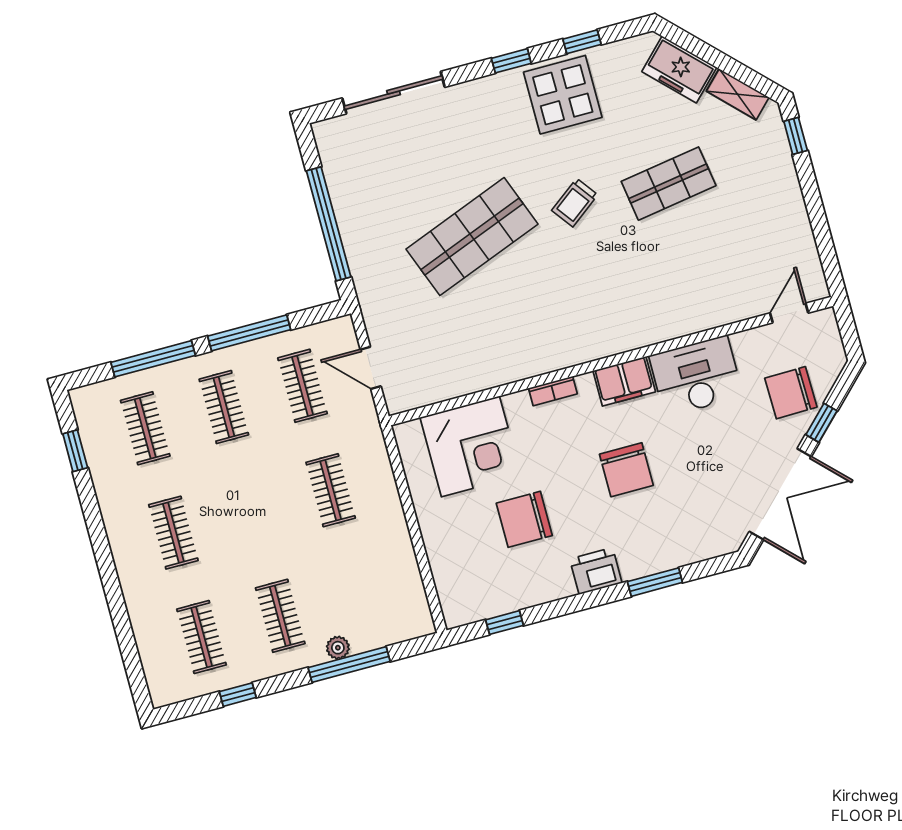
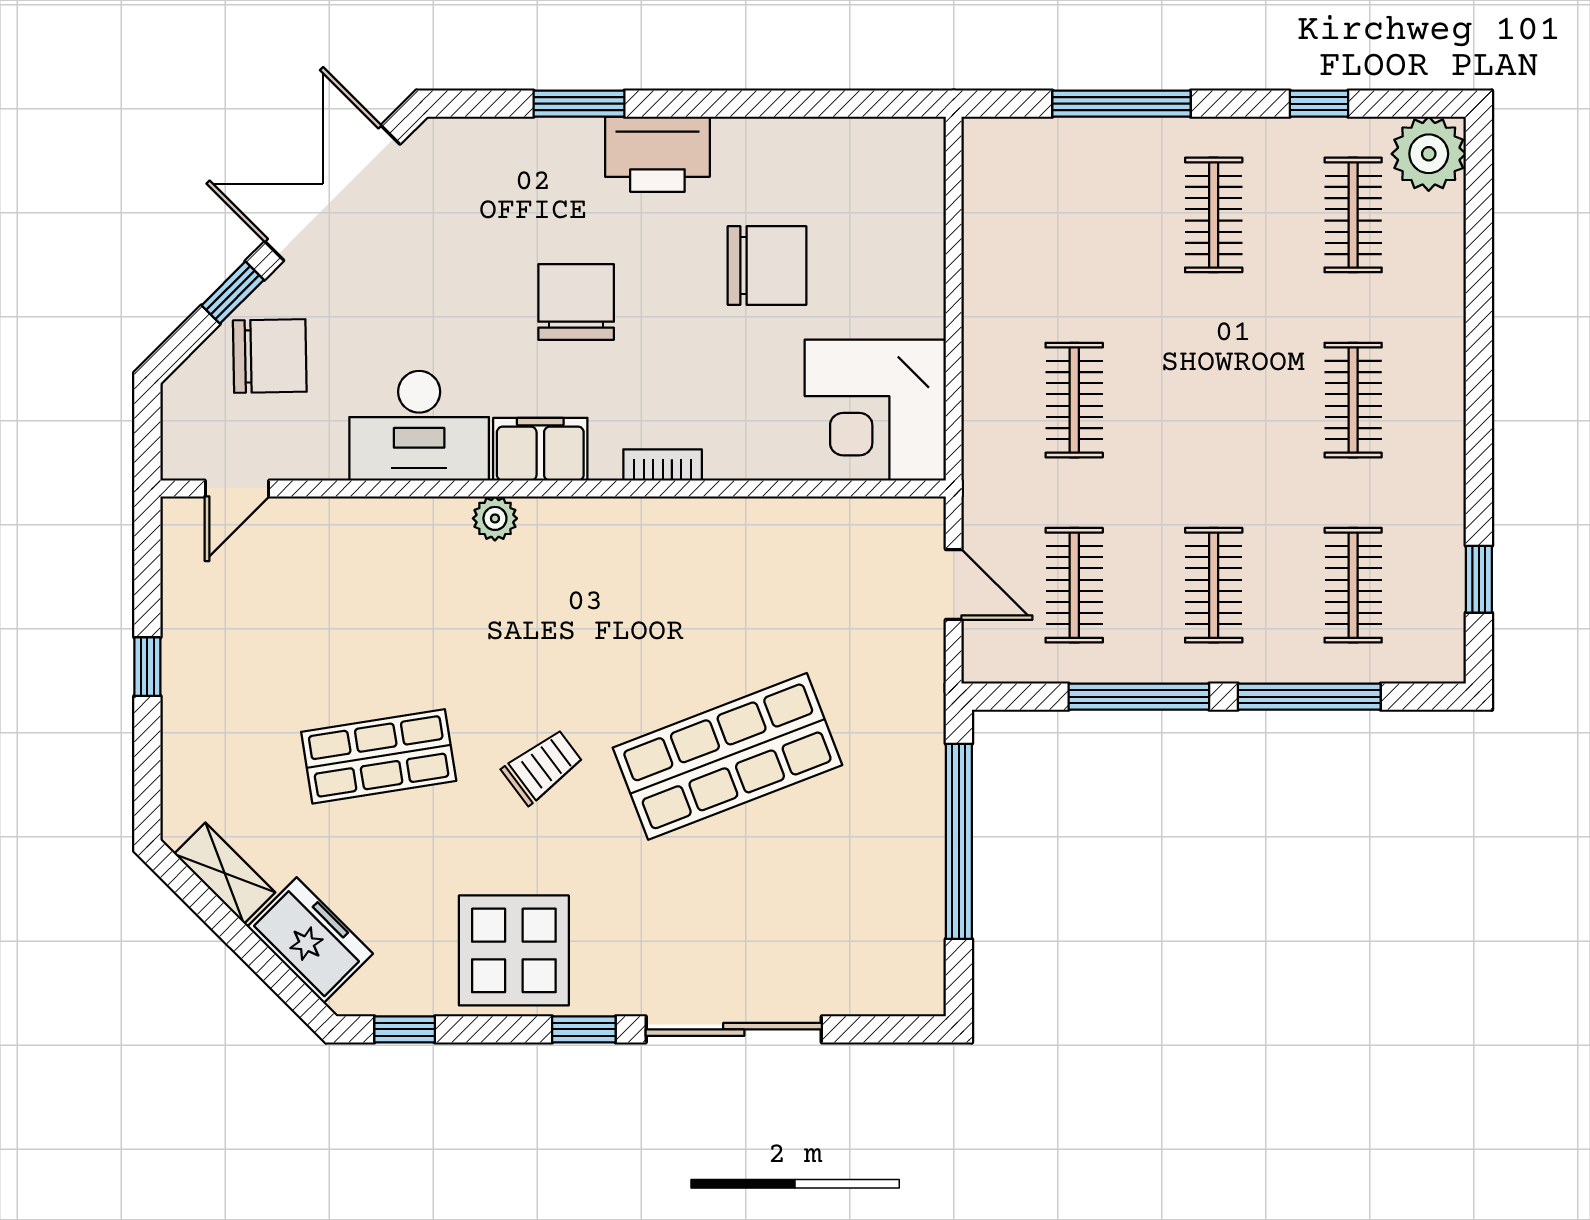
window: (582, 42) -> (405, 1029), moved
sliding door: (393, 93) -> (734, 1029), moved
window: (796, 136) -> (147, 667), moved
plant: (639, 335) -> (495, 518), added
corner desk: (470, 446) -> (875, 410), moved, turned -90
printer: (596, 571) -> (657, 154), width x1.37, depth x1.19
window: (505, 623) -> (846, 104), removed
plant: (338, 648) -> (1429, 154), moved, width x1.88, depth x1.88

